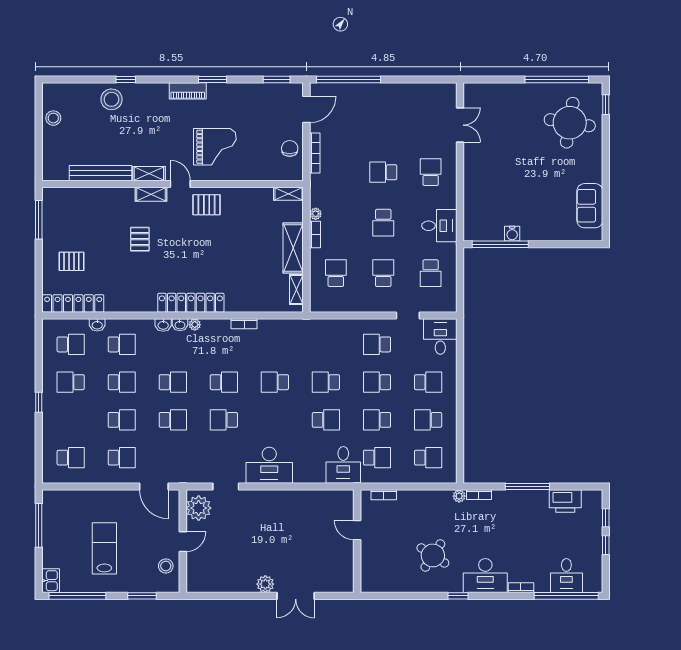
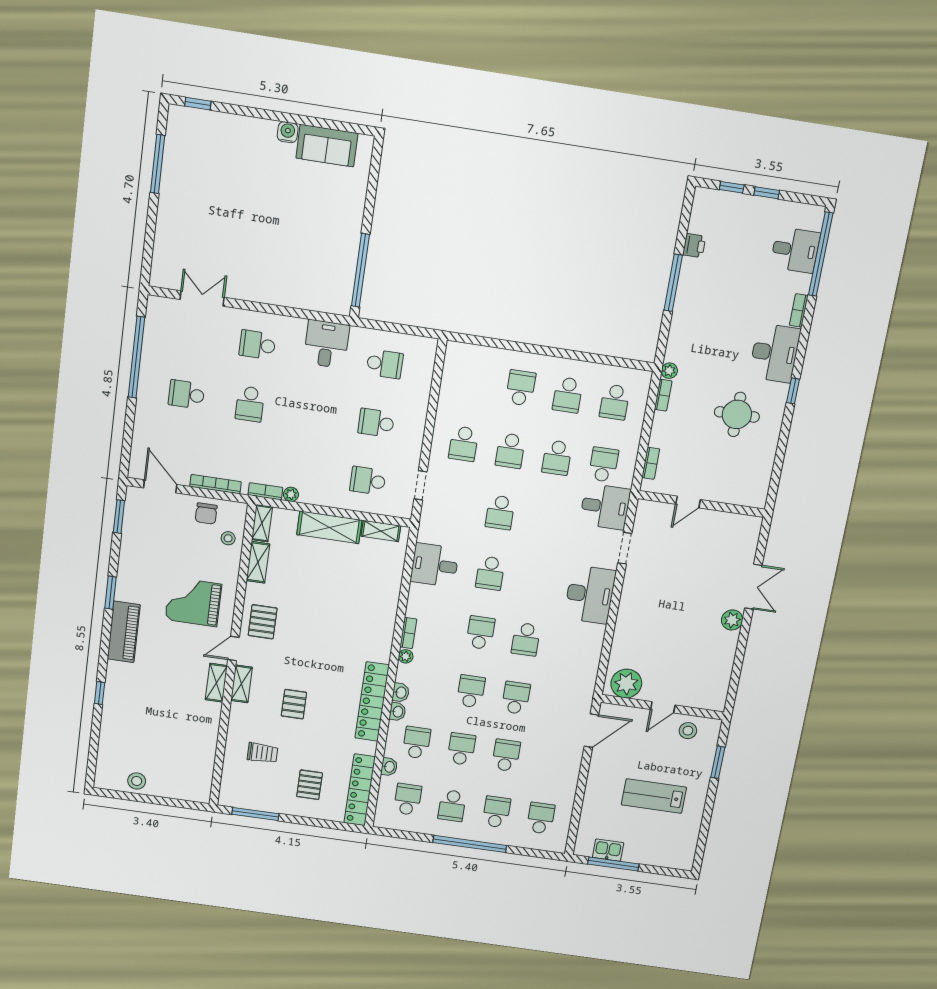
window: (349, 79) -> (136, 357), moved
window: (557, 79) -> (158, 164), width x0.68
piano: (188, 91) -> (124, 632), width x1.37, depth x1.33
stool: (111, 99) -> (228, 538), moved, width x0.53, depth x0.53
round table: (570, 123) -> (216, 156), removed
grand piano: (215, 147) -> (193, 602), turned -90
chair: (290, 148) -> (206, 514), turned -90
bench: (100, 173) -> (209, 738), removed
shelving: (256, 195) -> (258, 562), added
trolley: (94, 219) -> (262, 753), added
school desk: (383, 223) -> (186, 394), moved, turned 180
bookcase: (315, 234) -> (265, 491), moved
water cooler: (512, 234) -> (288, 132), moved, turned -90
pallet: (140, 239) -> (294, 704), turned 90
locker: (191, 303) -> (372, 702), moved
doorway: (408, 315) -> (420, 485), moved
bookcase: (244, 324) -> (408, 633), moved
washbasin: (180, 325) -> (397, 712), moved
desk: (440, 337) -> (435, 565), moved
window: (39, 402) -> (470, 844), width x3.17
school desk: (326, 420) -> (546, 519), removed
school desk: (122, 458) -> (496, 812), moved
school desk: (428, 458) -> (615, 402), turned 180
doorway: (226, 487) -> (625, 548), moved
bookcase: (479, 495) -> (663, 395), moved
printer: (565, 501) -> (694, 246), width x0.53, depth x0.68
door: (183, 542) -> (663, 707), swing flipped
round table: (433, 555) -> (737, 414), turned -33
kitchen sink: (51, 581) -> (608, 850), moved
window: (77, 596) -> (703, 833), removed

